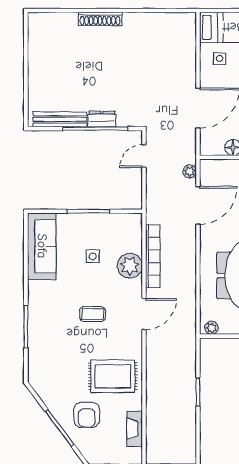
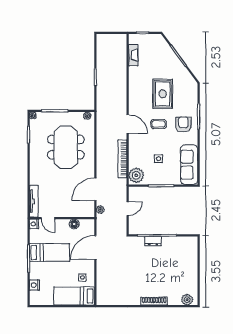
plant: (45, 21) -> (187, 300), added
bench: (60, 119) -> (178, 241), removed
door: (144, 156) -> (128, 209), moved
plant: (130, 266) -> (136, 175), moved
door: (144, 314) -> (128, 124), swing flipped
rug: (113, 376) -> (163, 94), moved, turned 90
armchair: (87, 415) -> (183, 125), moved

